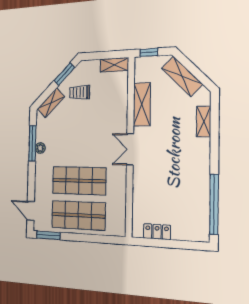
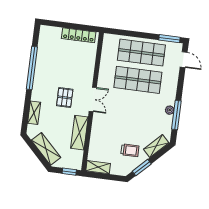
pallet: (166, 147) -> (65, 98), added
window: (214, 204) -> (32, 68), moved
locker: (157, 232) -> (79, 35), width x1.53

